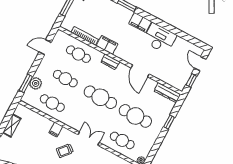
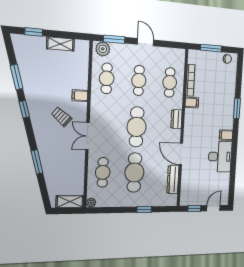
filing cabinet: (140, 22) -> (226, 135), width x0.50
filing cabinet: (107, 45) -> (192, 103), width x0.50
door: (45, 47) -> (146, 42), moved
door: (140, 71) -> (181, 154), hinge flipped
plant: (36, 83) -> (103, 49), moved
dresser: (167, 93) -> (173, 179), moved
double door: (89, 139) -> (87, 136), swing flipped

